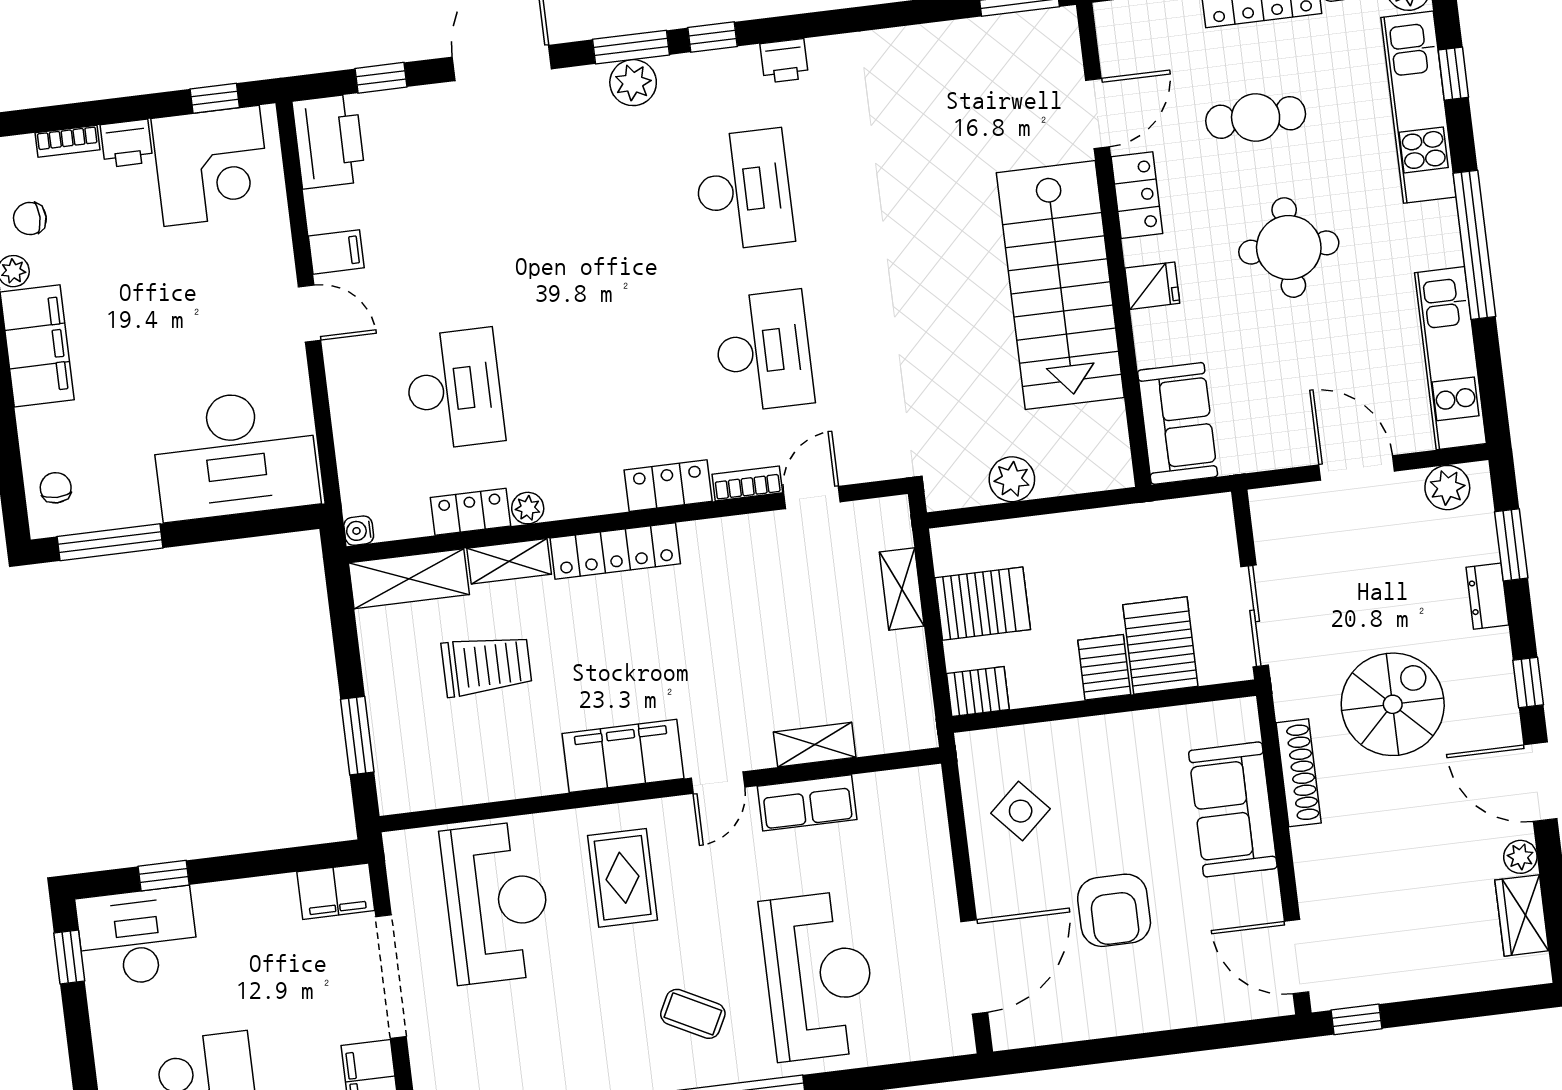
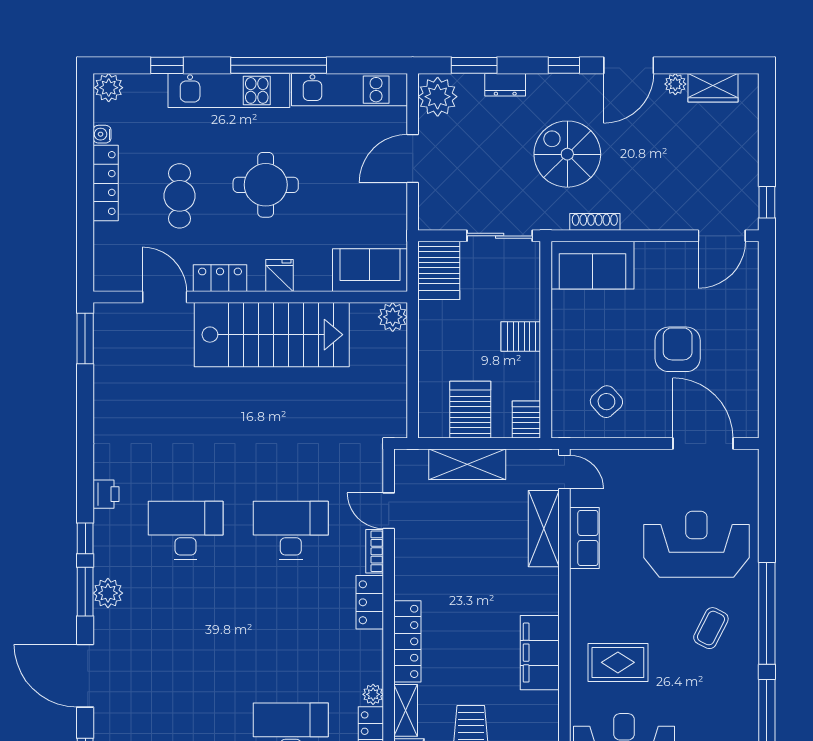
kitchen unit: (1418, 107) -> (229, 90), moved
plant: (1012, 479) -> (393, 317), moved
plant: (1447, 488) -> (438, 97), width x1.36, depth x1.36
shelving: (902, 589) -> (467, 464), width x1.50, depth x1.33
server rack: (1160, 645) -> (439, 270), moved, turned -90
shelving: (815, 745) -> (544, 529), width x1.50, depth x1.33
shoe rack: (1299, 773) -> (595, 222), width x0.74, depth x0.81
door: (718, 783) -> (564, 472), moved
sofa: (1233, 809) -> (592, 265), moved
armchair: (1114, 910) -> (678, 349), turned -90

